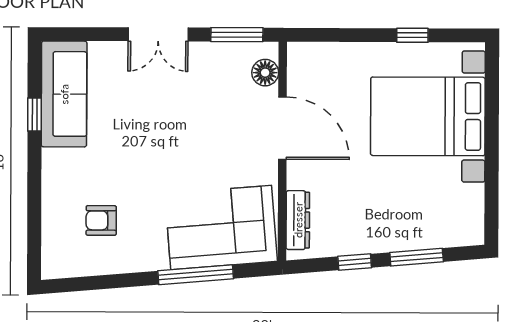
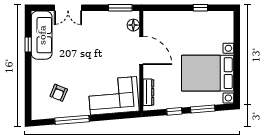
double door: (158, 34) -> (68, 8), moved
bed with nightstands: (428, 116) -> (208, 73), moved
armchair: (101, 220) -> (59, 93), turned -68
window: (196, 275) -> (72, 120), moved

